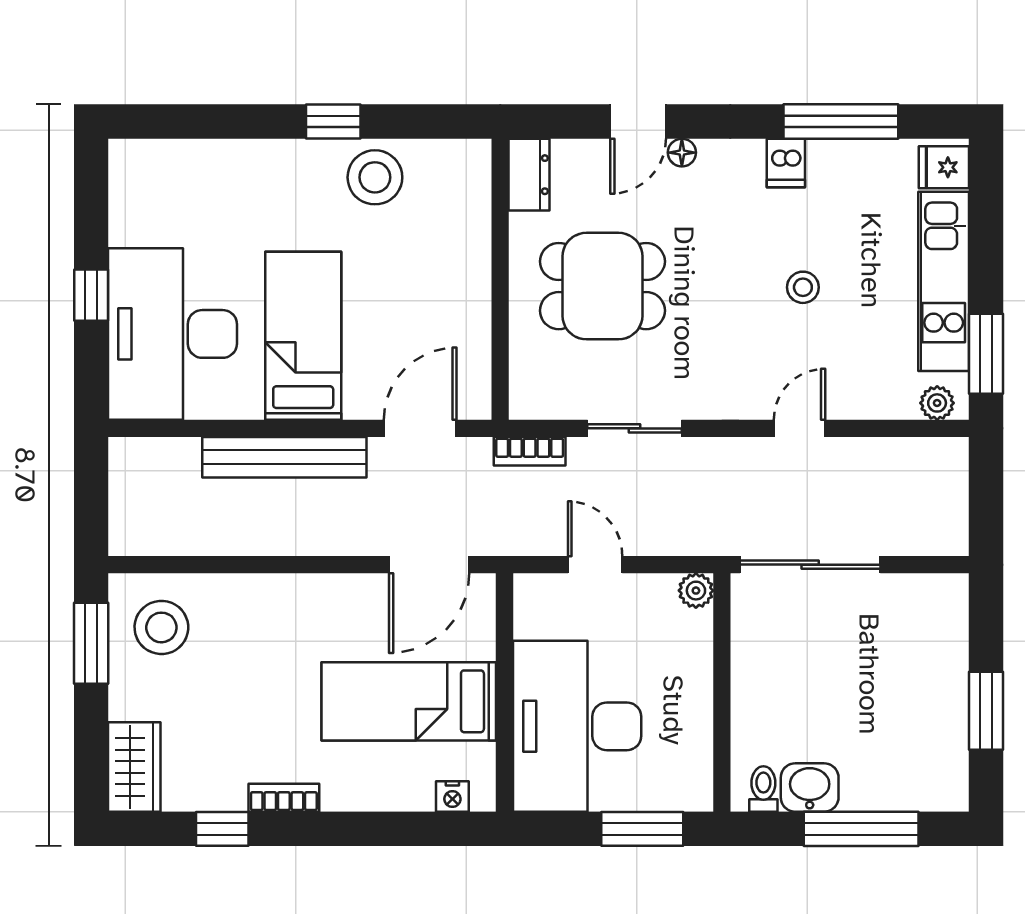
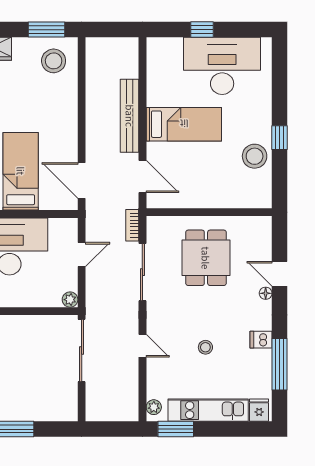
dresser: (529, 175) -> (256, 225), removed
desk: (173, 334) -> (222, 66), moved
sliding door: (635, 428) -> (142, 272), width x1.37

